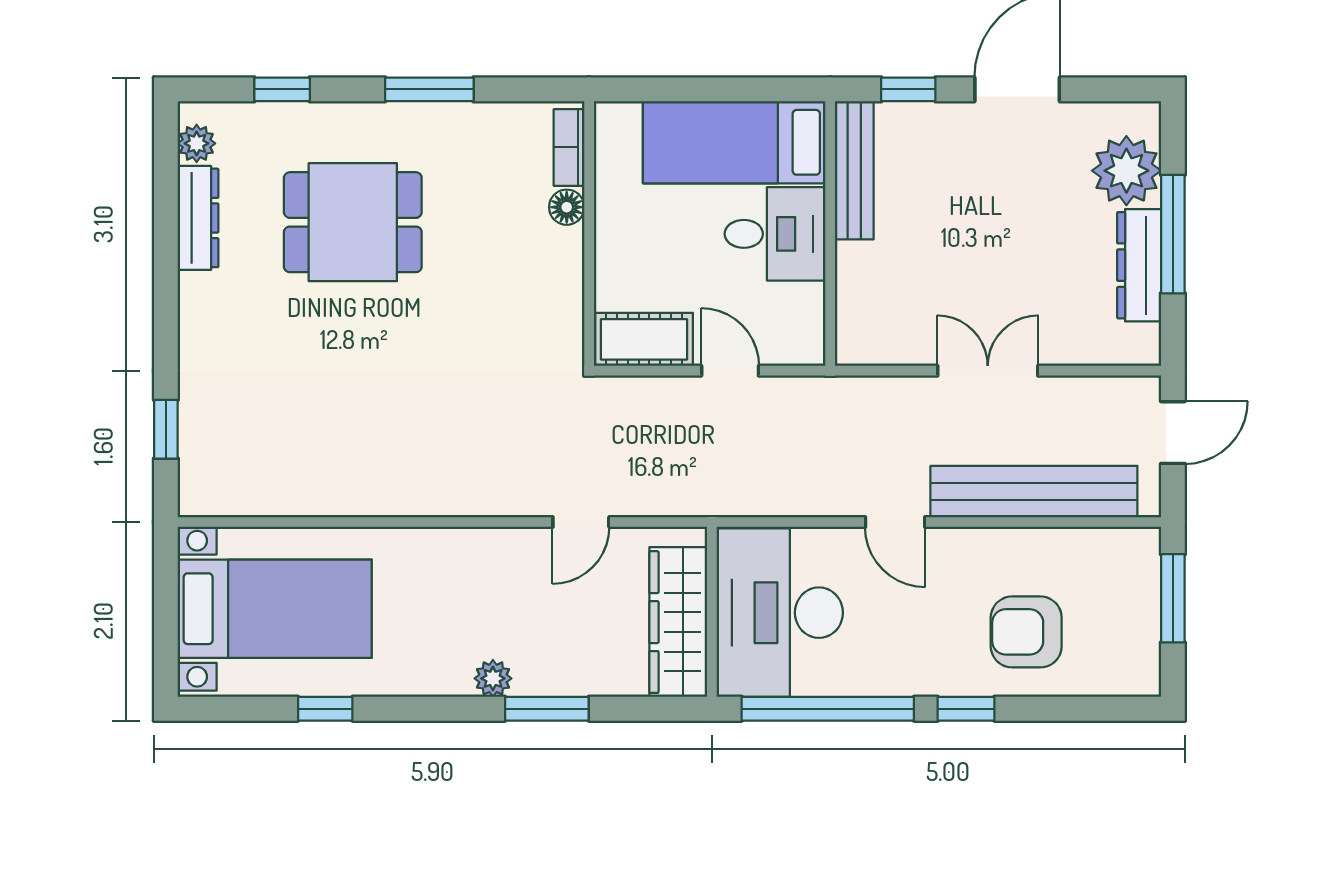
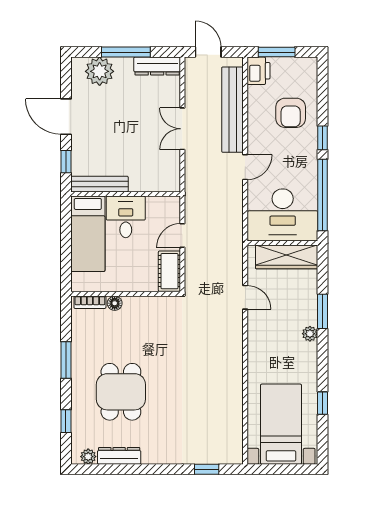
dresser: (1139, 265) -> (157, 66), moved
printer: (1128, 554) -> (259, 71), added

